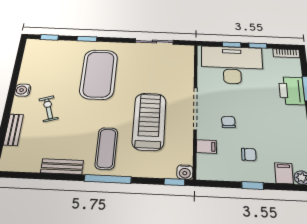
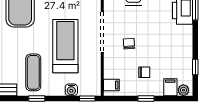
filing cabinet: (206, 147) -> (111, 85), moved
water cooler: (185, 172) -> (71, 90), moved
window: (108, 179) -> (37, 99), width x0.46

